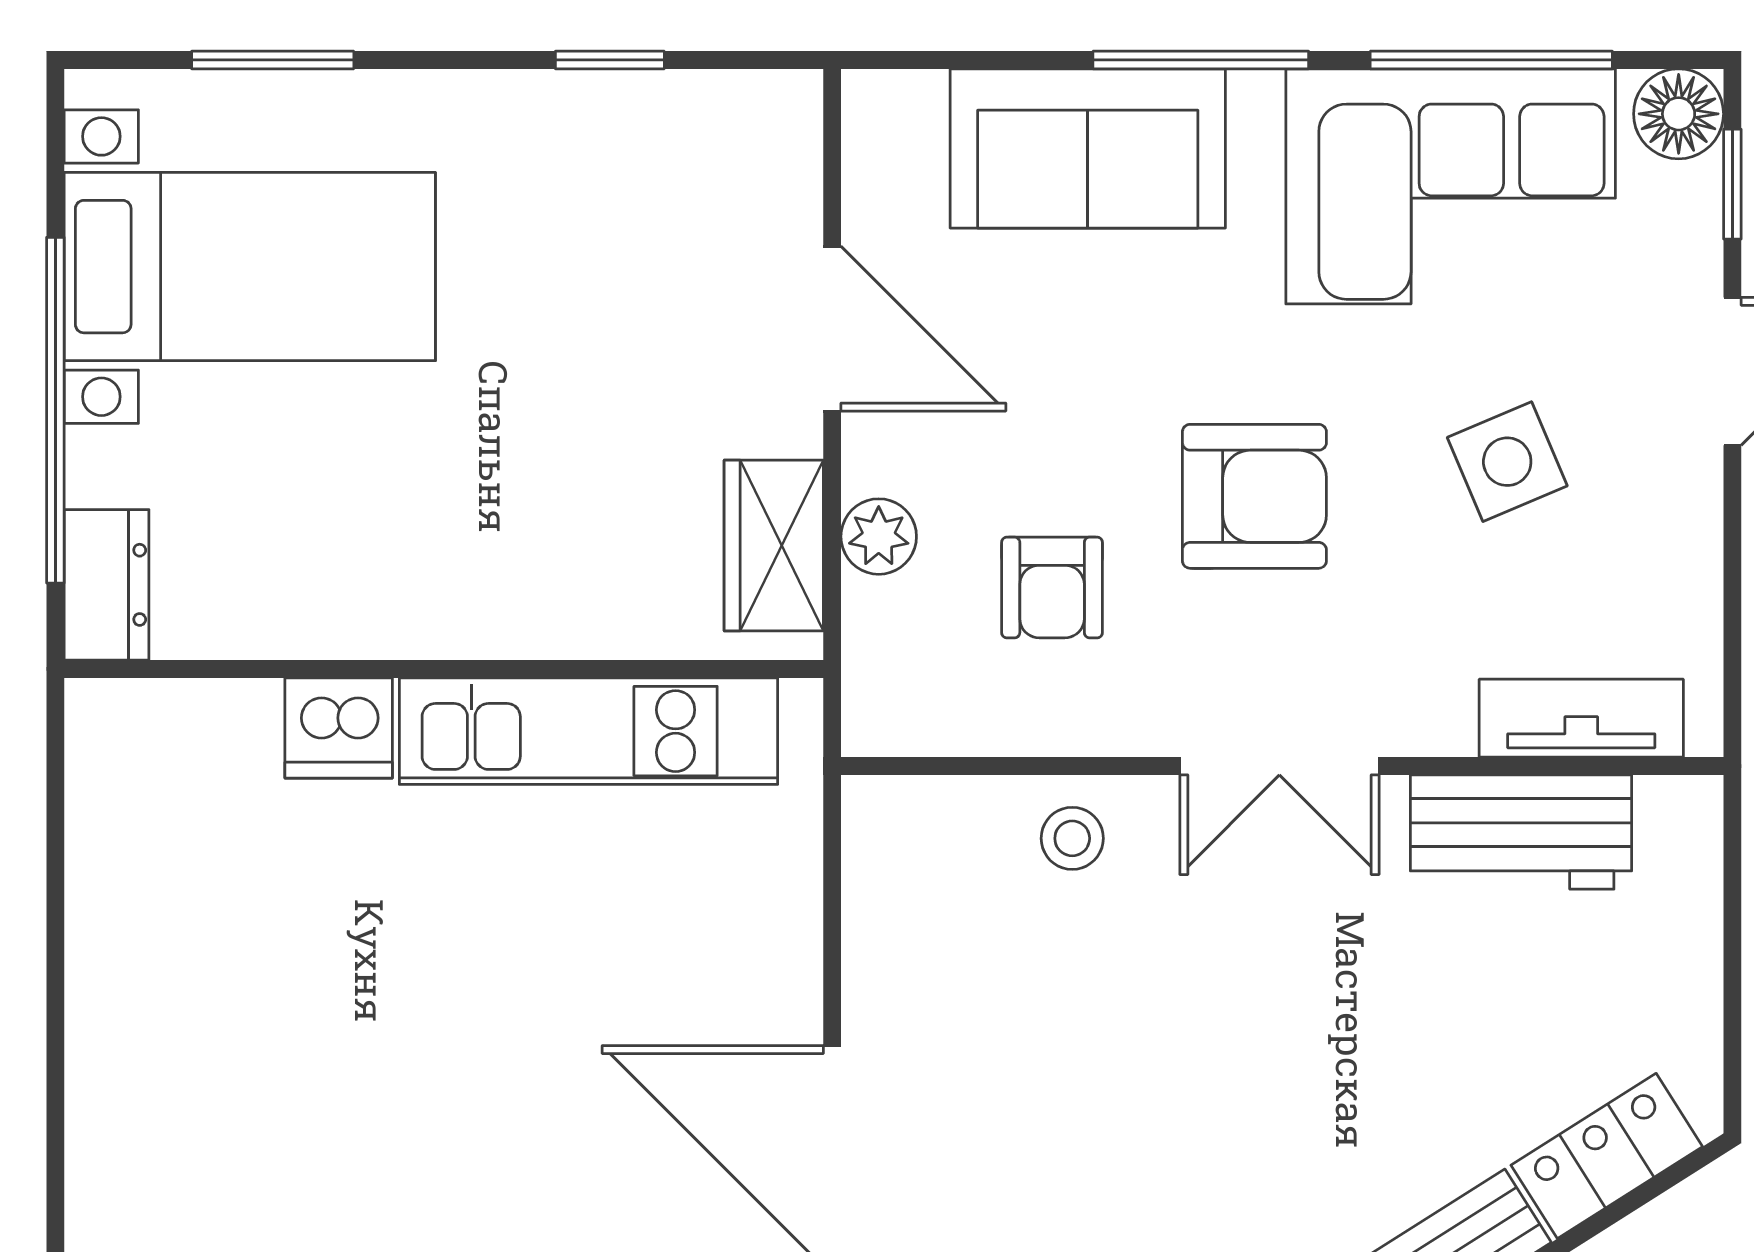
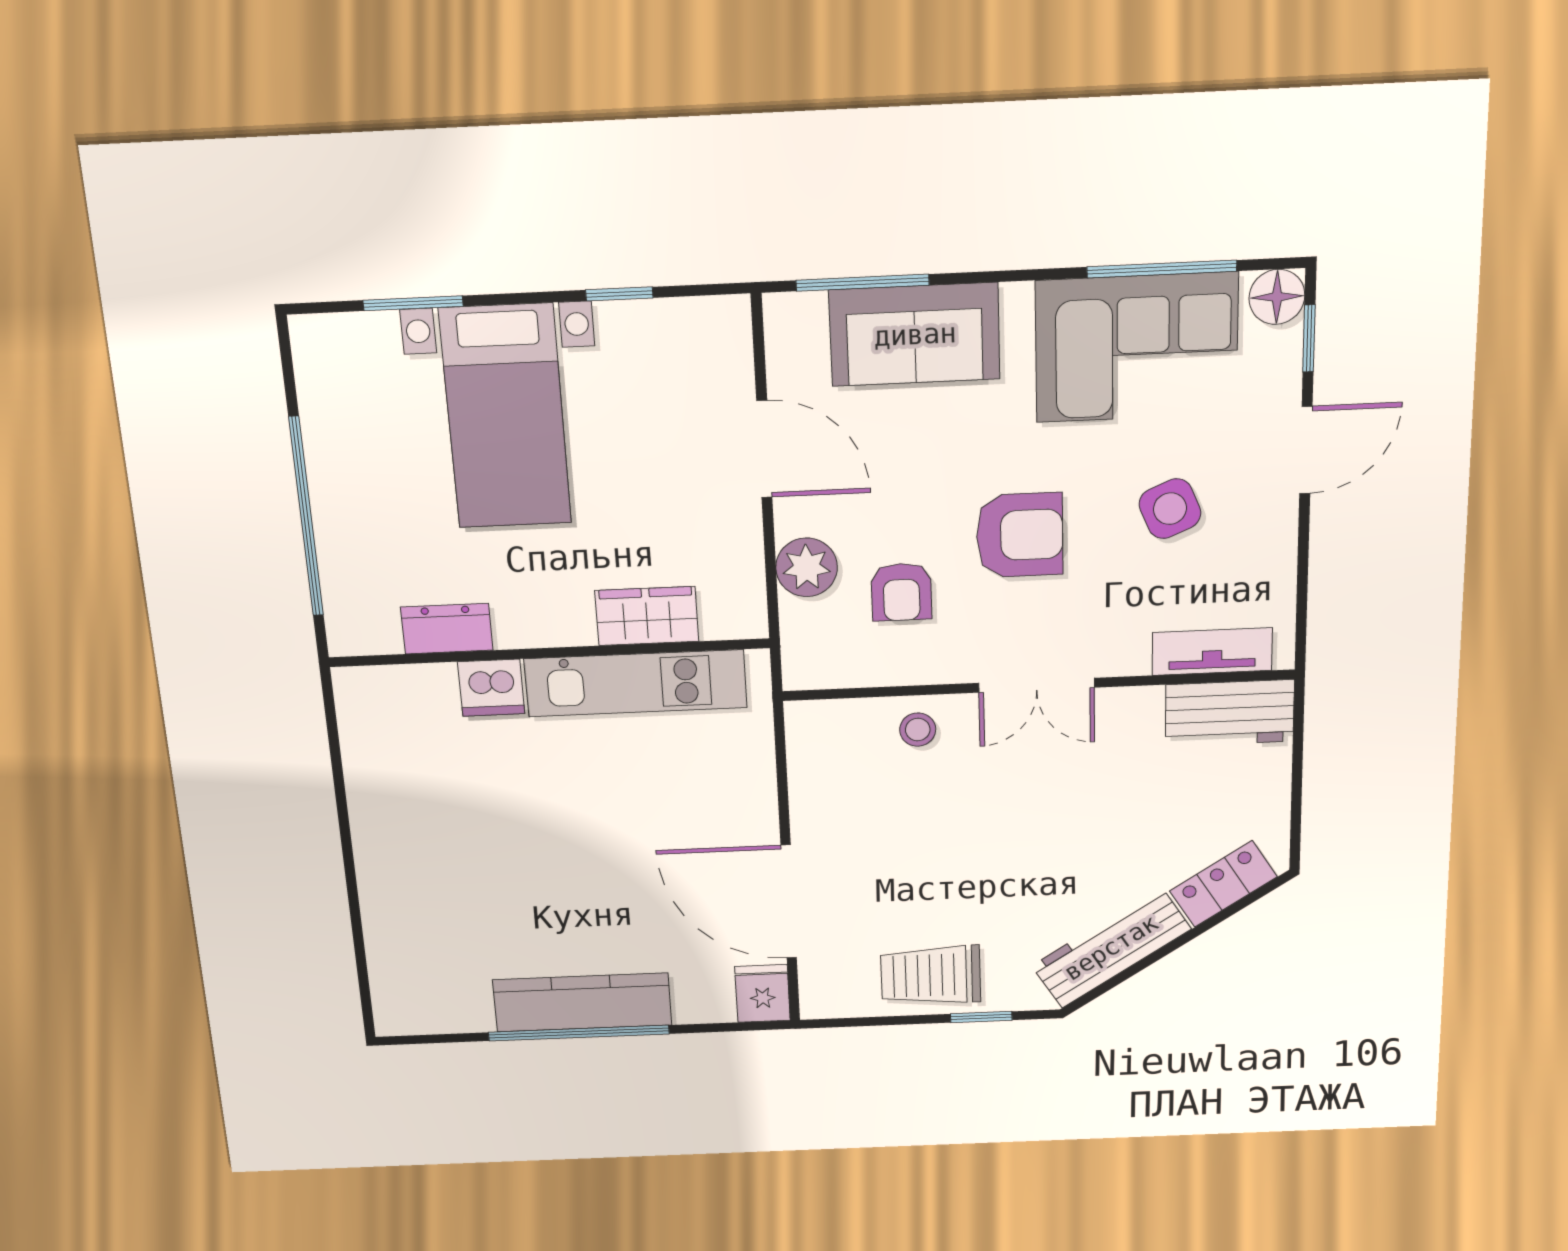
window: (1201, 60) -> (863, 283), moved
bed with nightstands: (250, 267) -> (506, 417), moved, turned 90
plant: (879, 537) -> (807, 567), width x1.38, depth x1.38
wardrobe: (774, 546) -> (647, 616), moved, turned 90
dresser: (107, 585) -> (447, 629), moved, turned -90
workbench: (1521, 832) -> (1230, 713), moved

